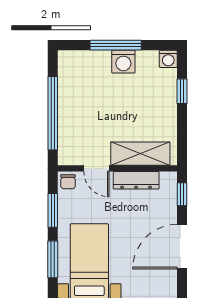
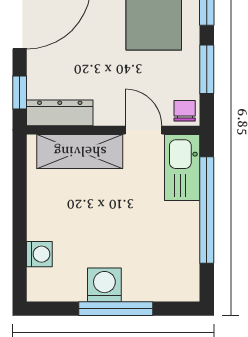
washing machine: (168, 59) -> (39, 254), moved, turned 90
window: (182, 91) -> (20, 242), removed
kitchen sink: (70, 143) -> (182, 167), added
dresser: (136, 180) -> (60, 113), moved

